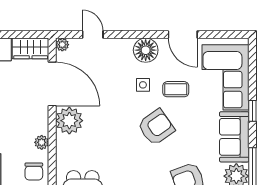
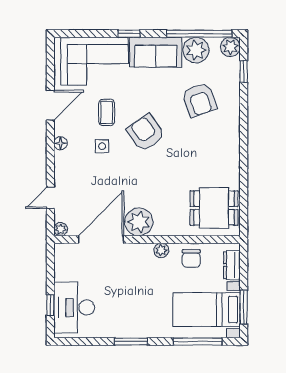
wardrobe: (31, 48) -> (65, 262), removed
floor lamp: (146, 50) -> (61, 143), width x0.53, depth x0.53
chair: (34, 172) -> (191, 258), turned 90

